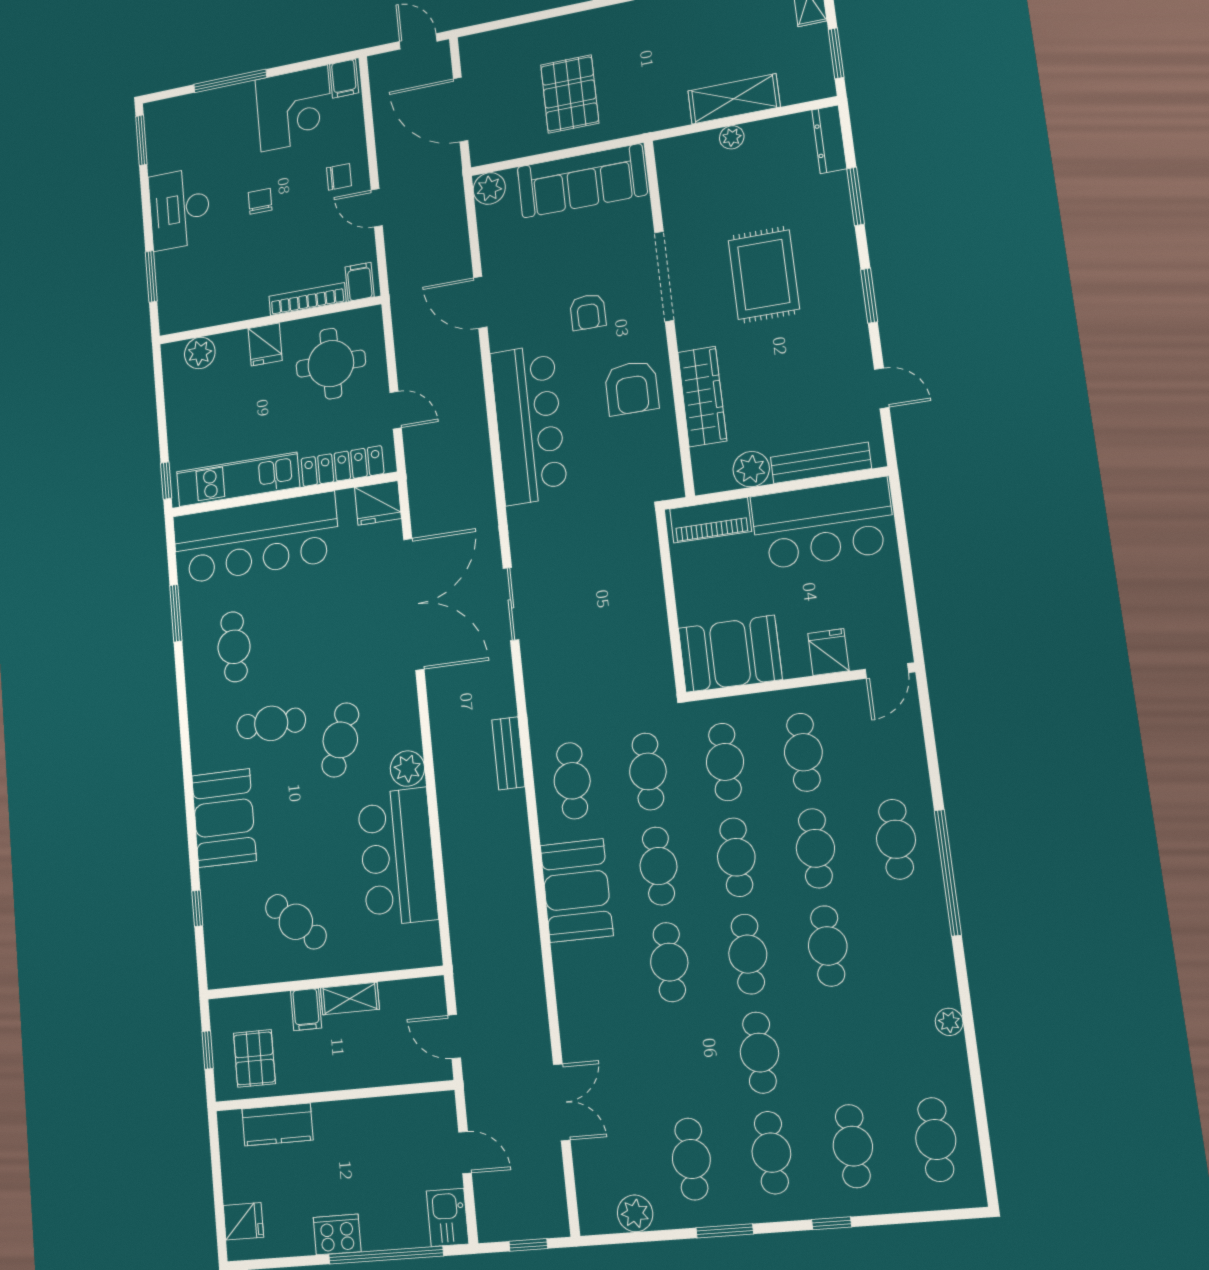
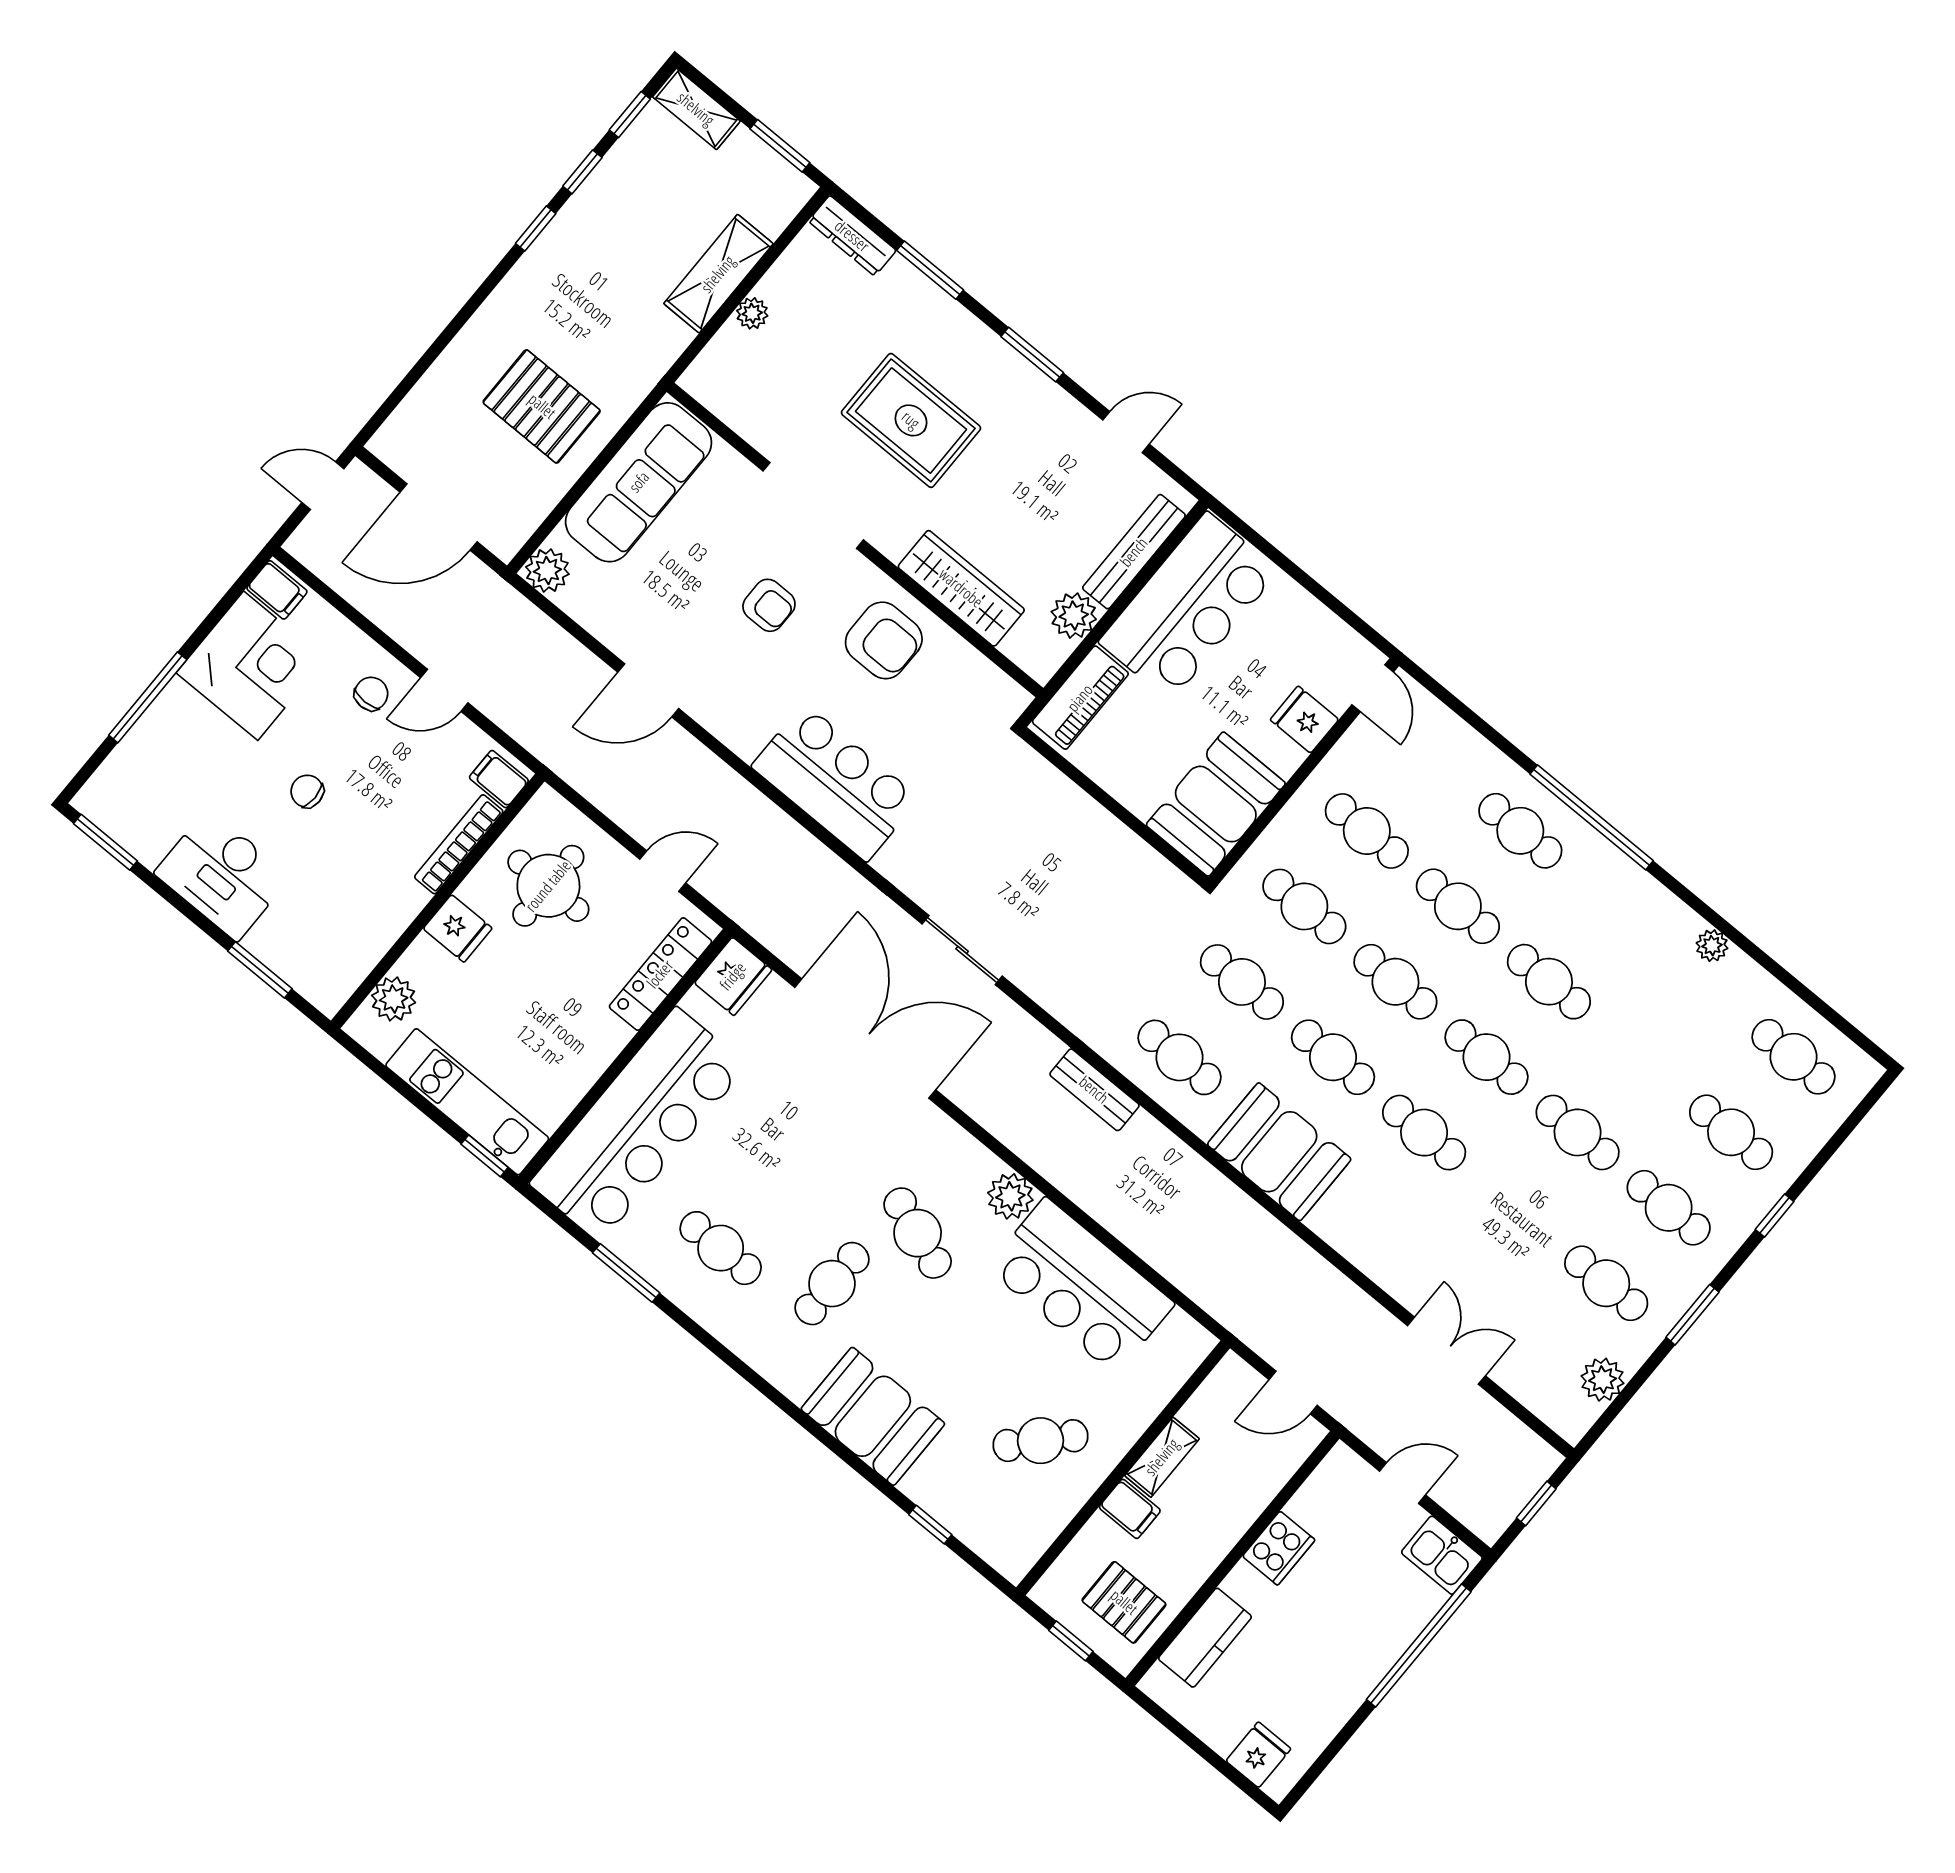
bar counter: (529, 424) -> (835, 782), width x0.73
kitchen unit: (238, 479) -> (467, 1102), moved, turned 90
cooker: (337, 1234) -> (1279, 1548), moved, turned 180

